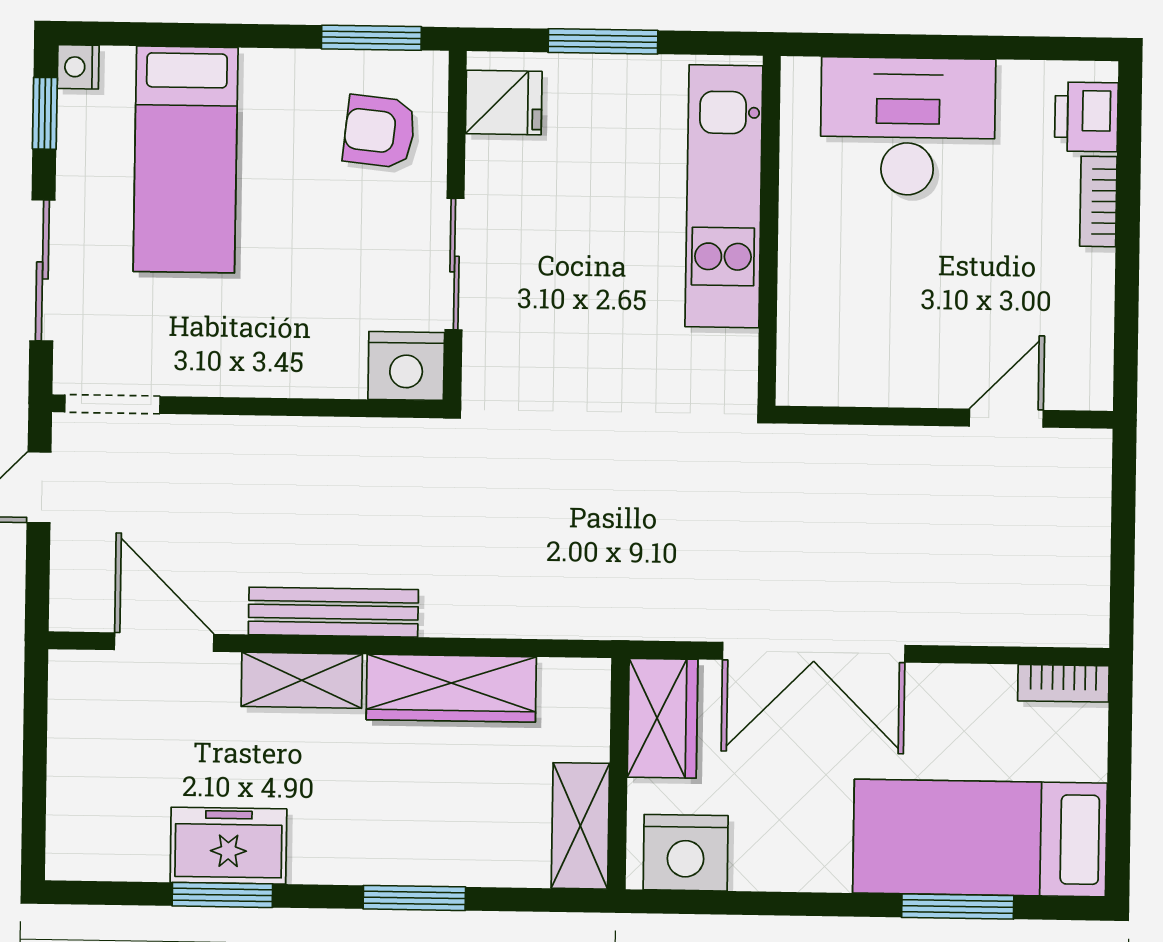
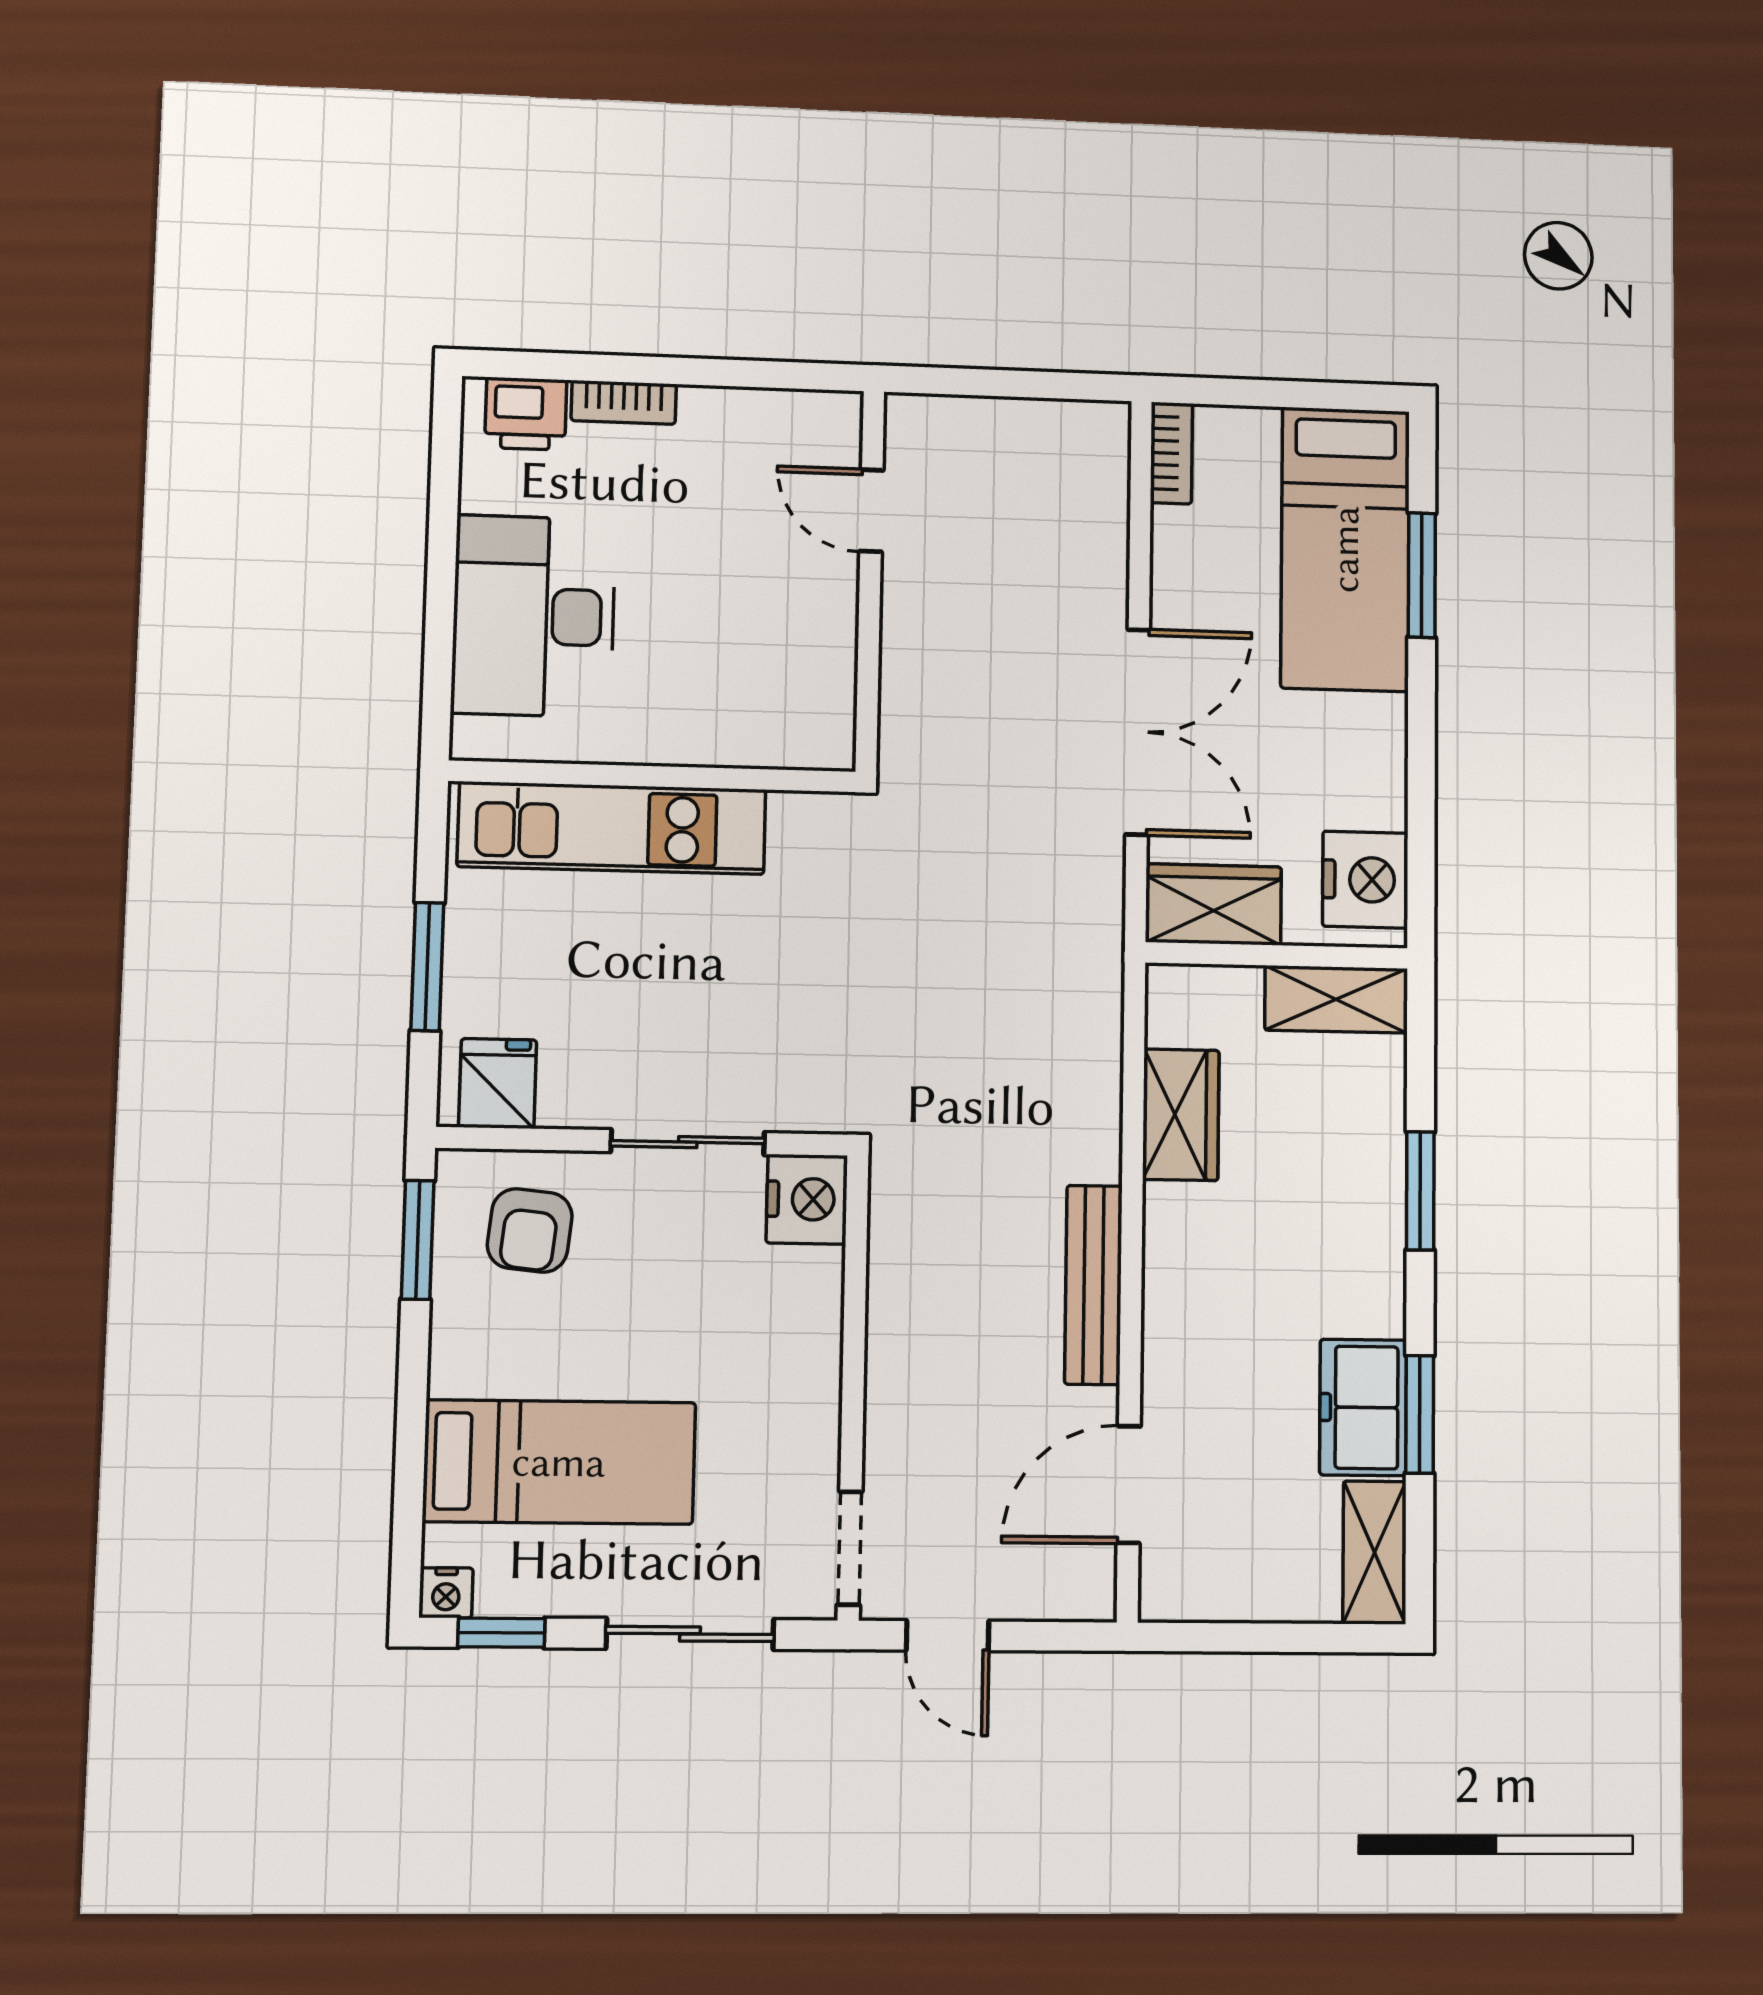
shelving: (302, 680) -> (1375, 1553), moved
wardrobe: (451, 688) -> (1181, 1115), width x0.67

